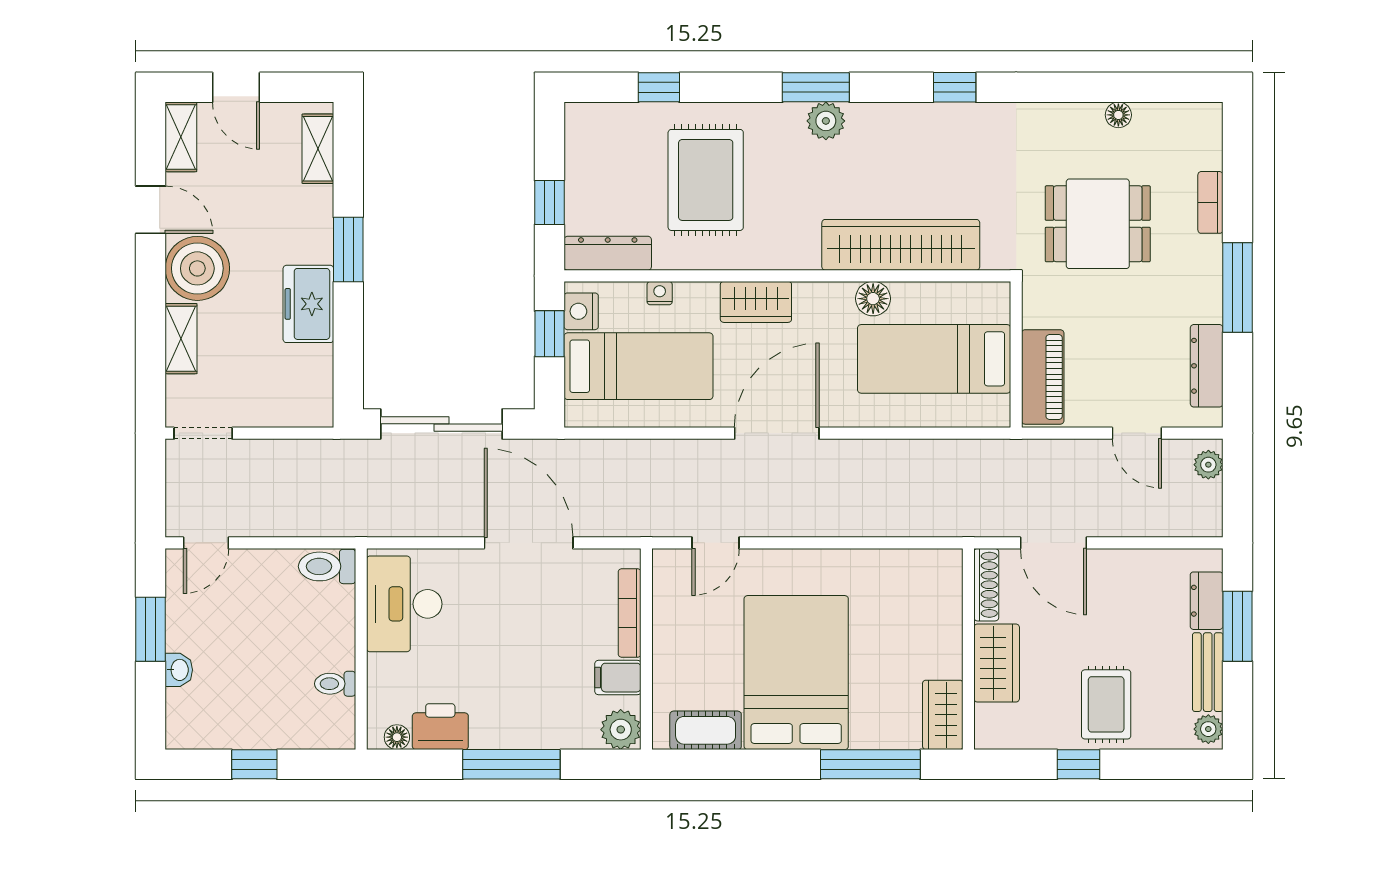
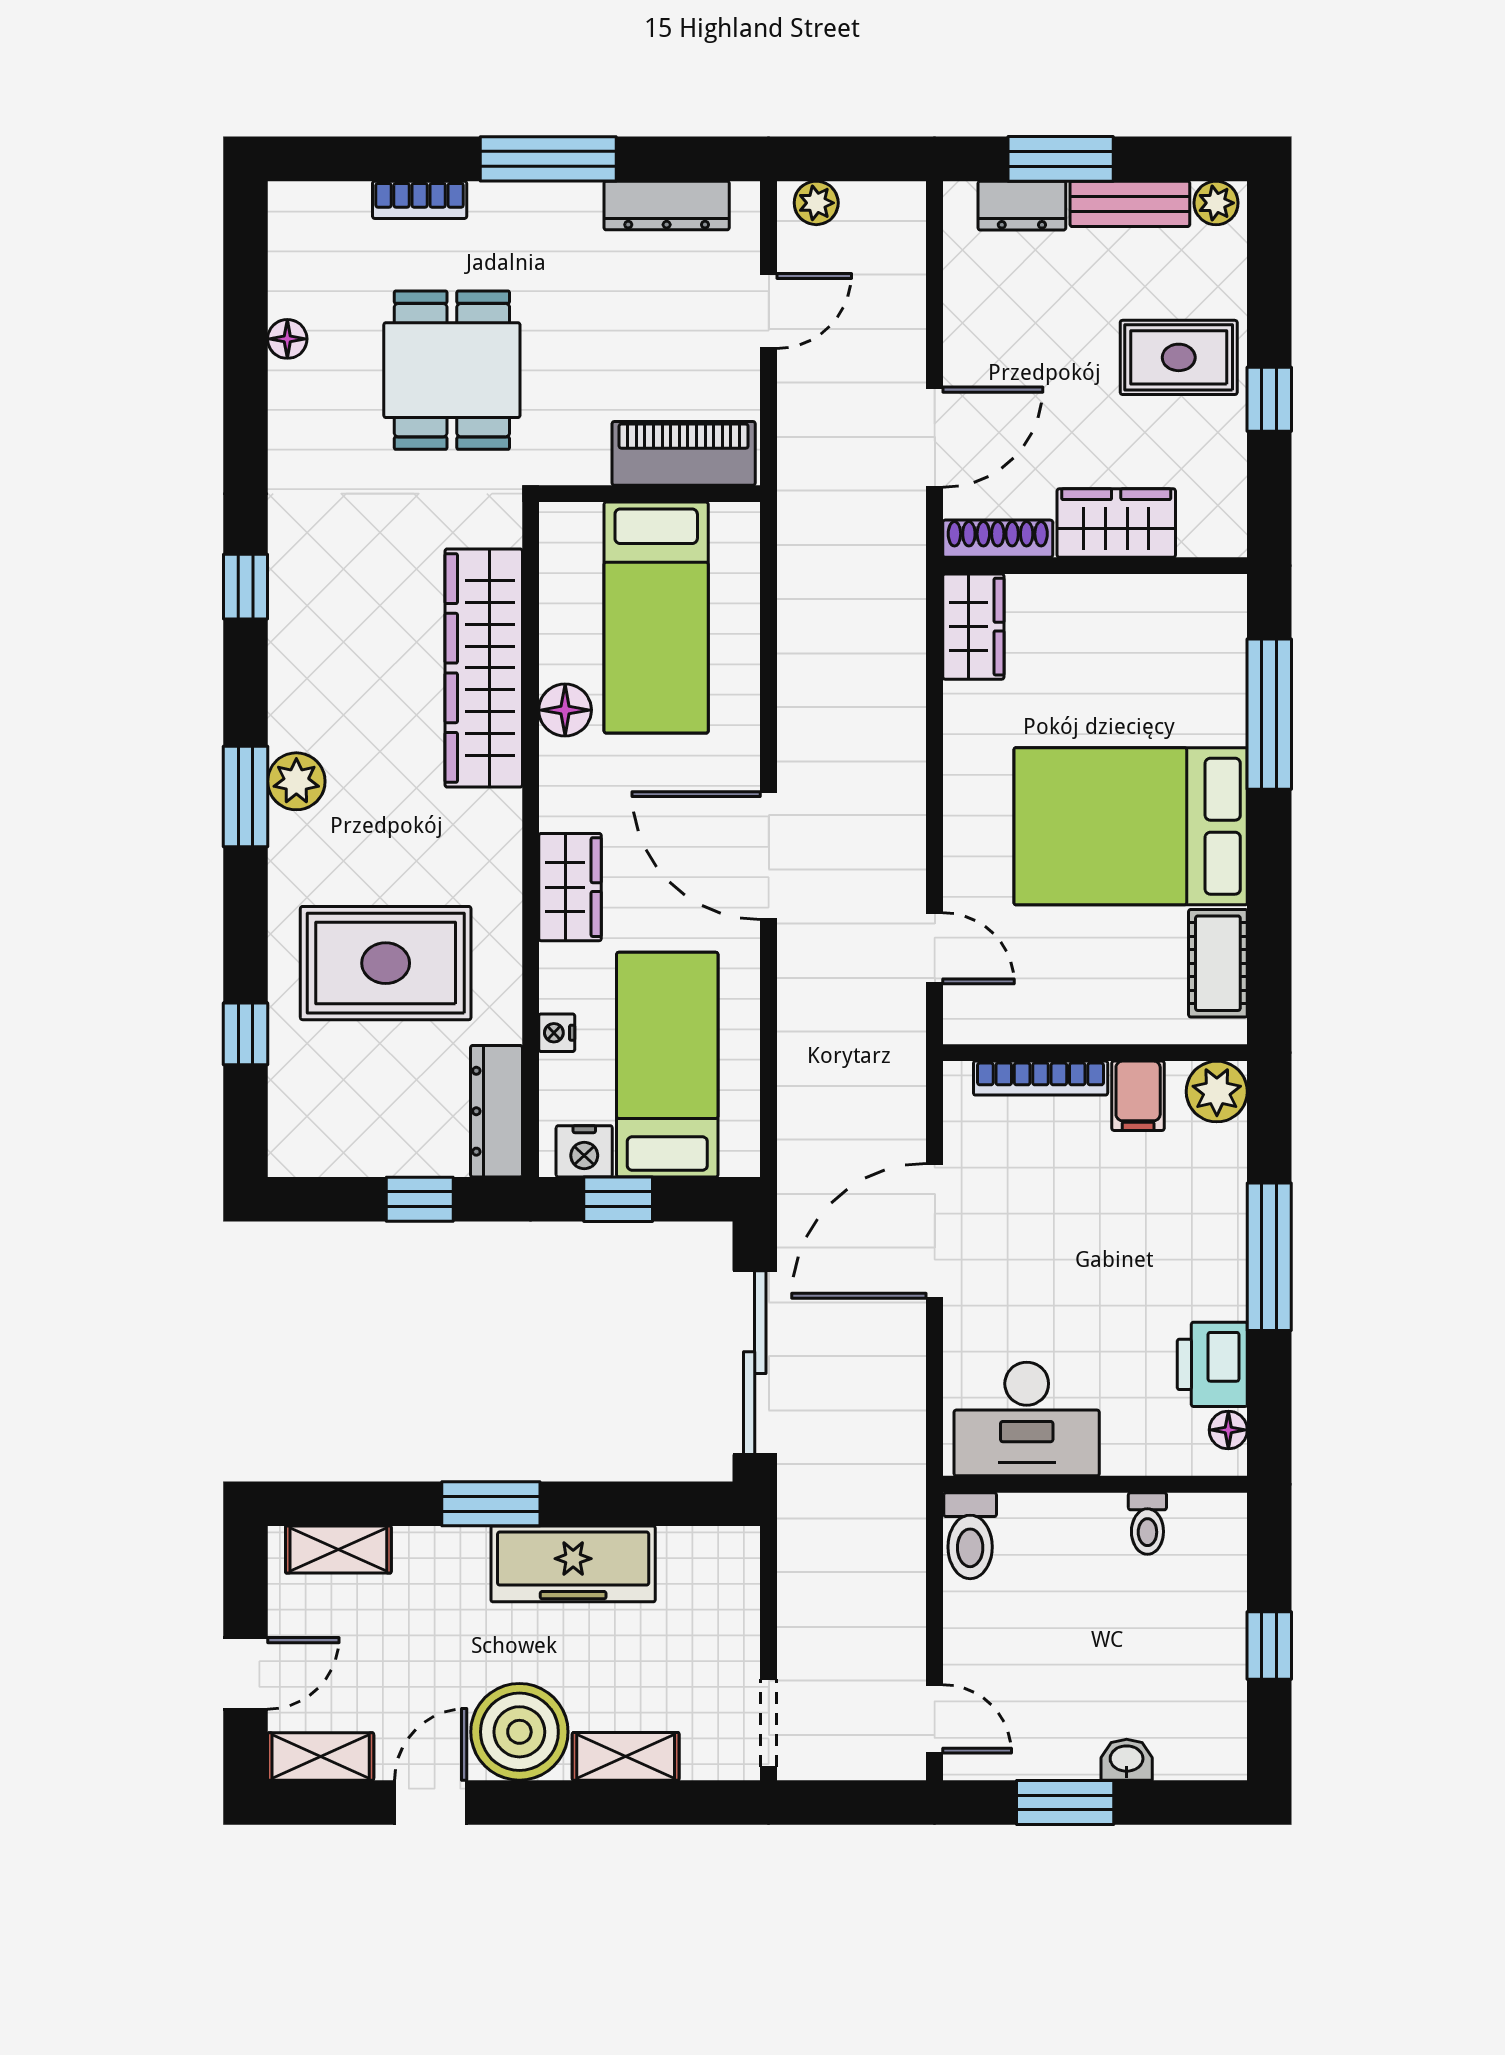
freezer: (308, 304) -> (573, 1564), width x1.40
wardrobe: (943, 715) -> (973, 627), moved, turned -90

